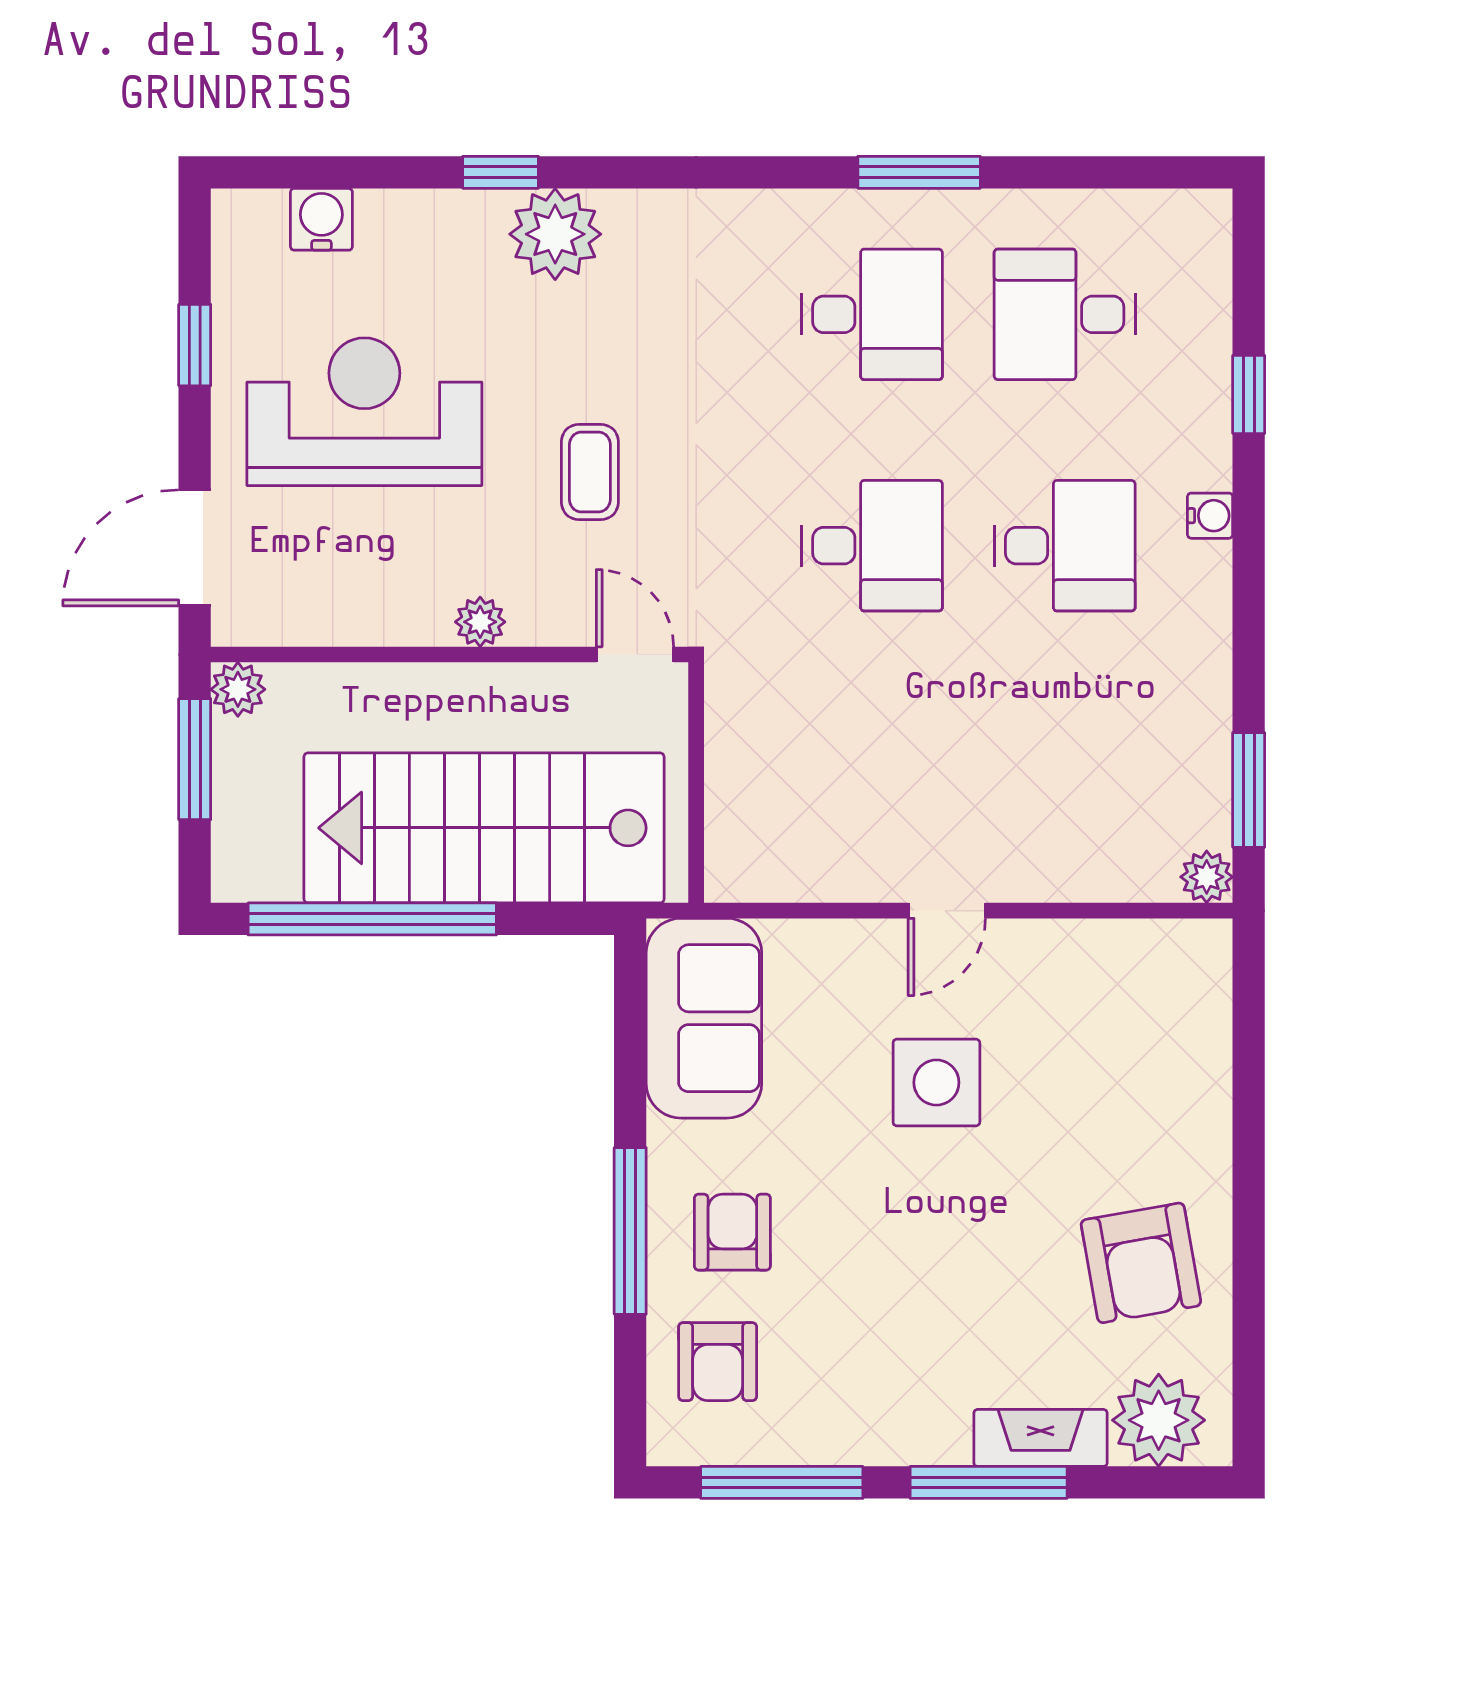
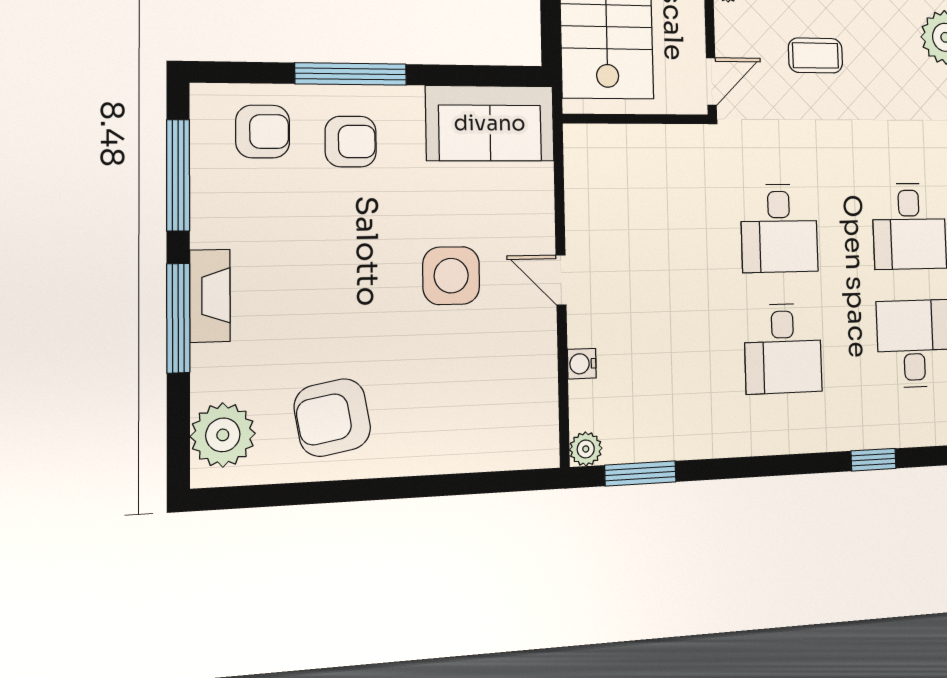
water cooler: (1210, 516) -> (582, 364), moved, turned 90
armchair: (718, 1362) -> (263, 132), turned 180
fireplace: (1041, 1438) -> (210, 296), moved

